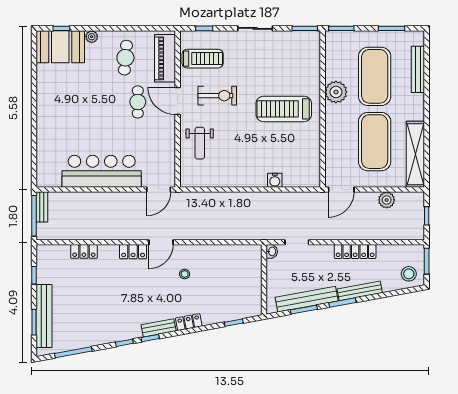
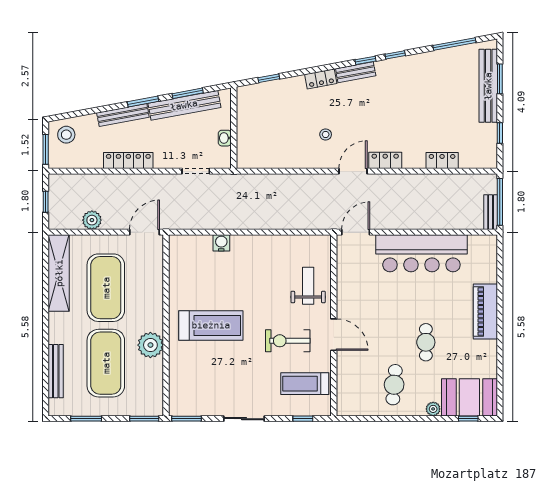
piano: (165, 58) -> (485, 312), moved, turned 180
cafe table: (138, 102) -> (426, 342), moved
washbasin: (272, 251) -> (225, 138), moved

